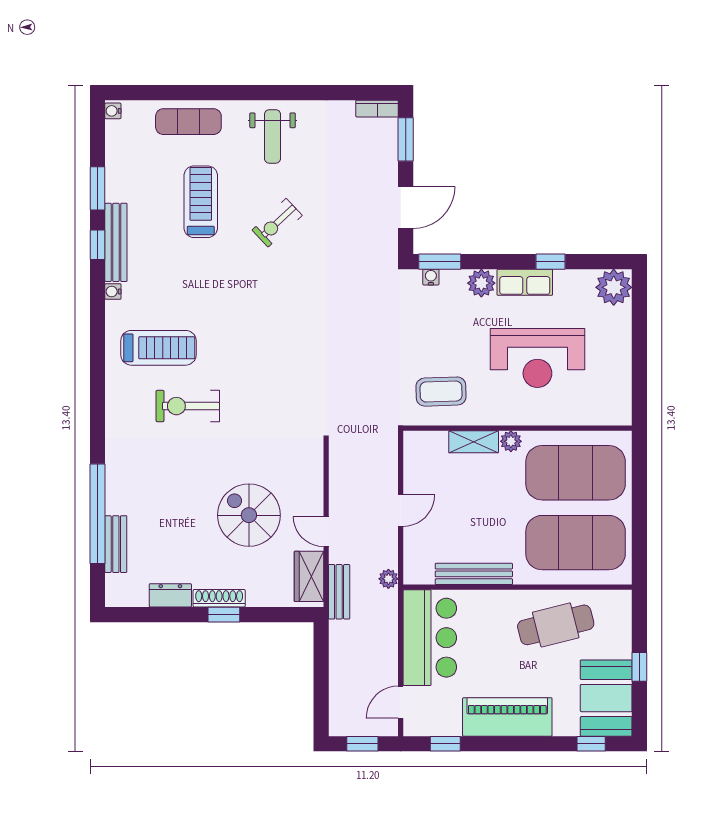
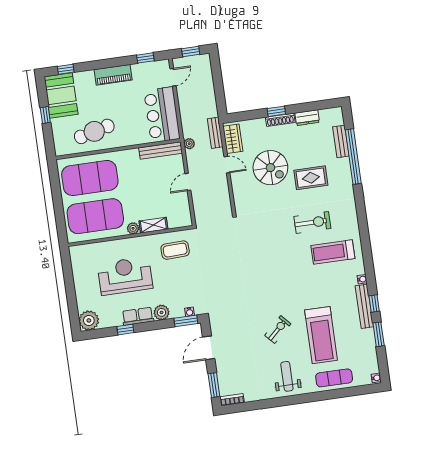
treadmill: (201, 202) -> (321, 335), width x1.37, depth x1.38
rug: (179, 487) -> (311, 178), added
bench: (474, 574) -> (160, 150), moved
piano: (507, 717) -> (113, 75), width x0.73, depth x0.75

